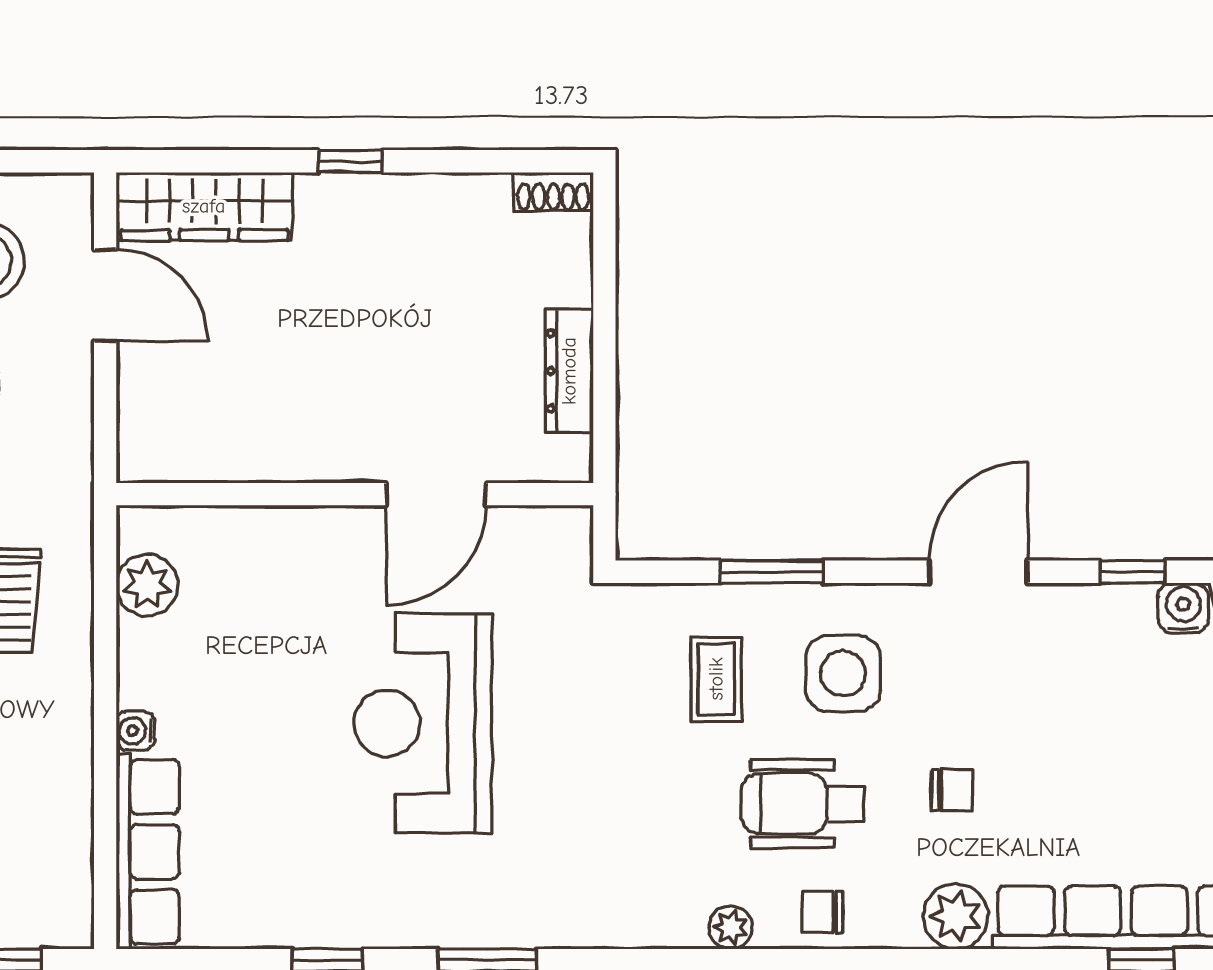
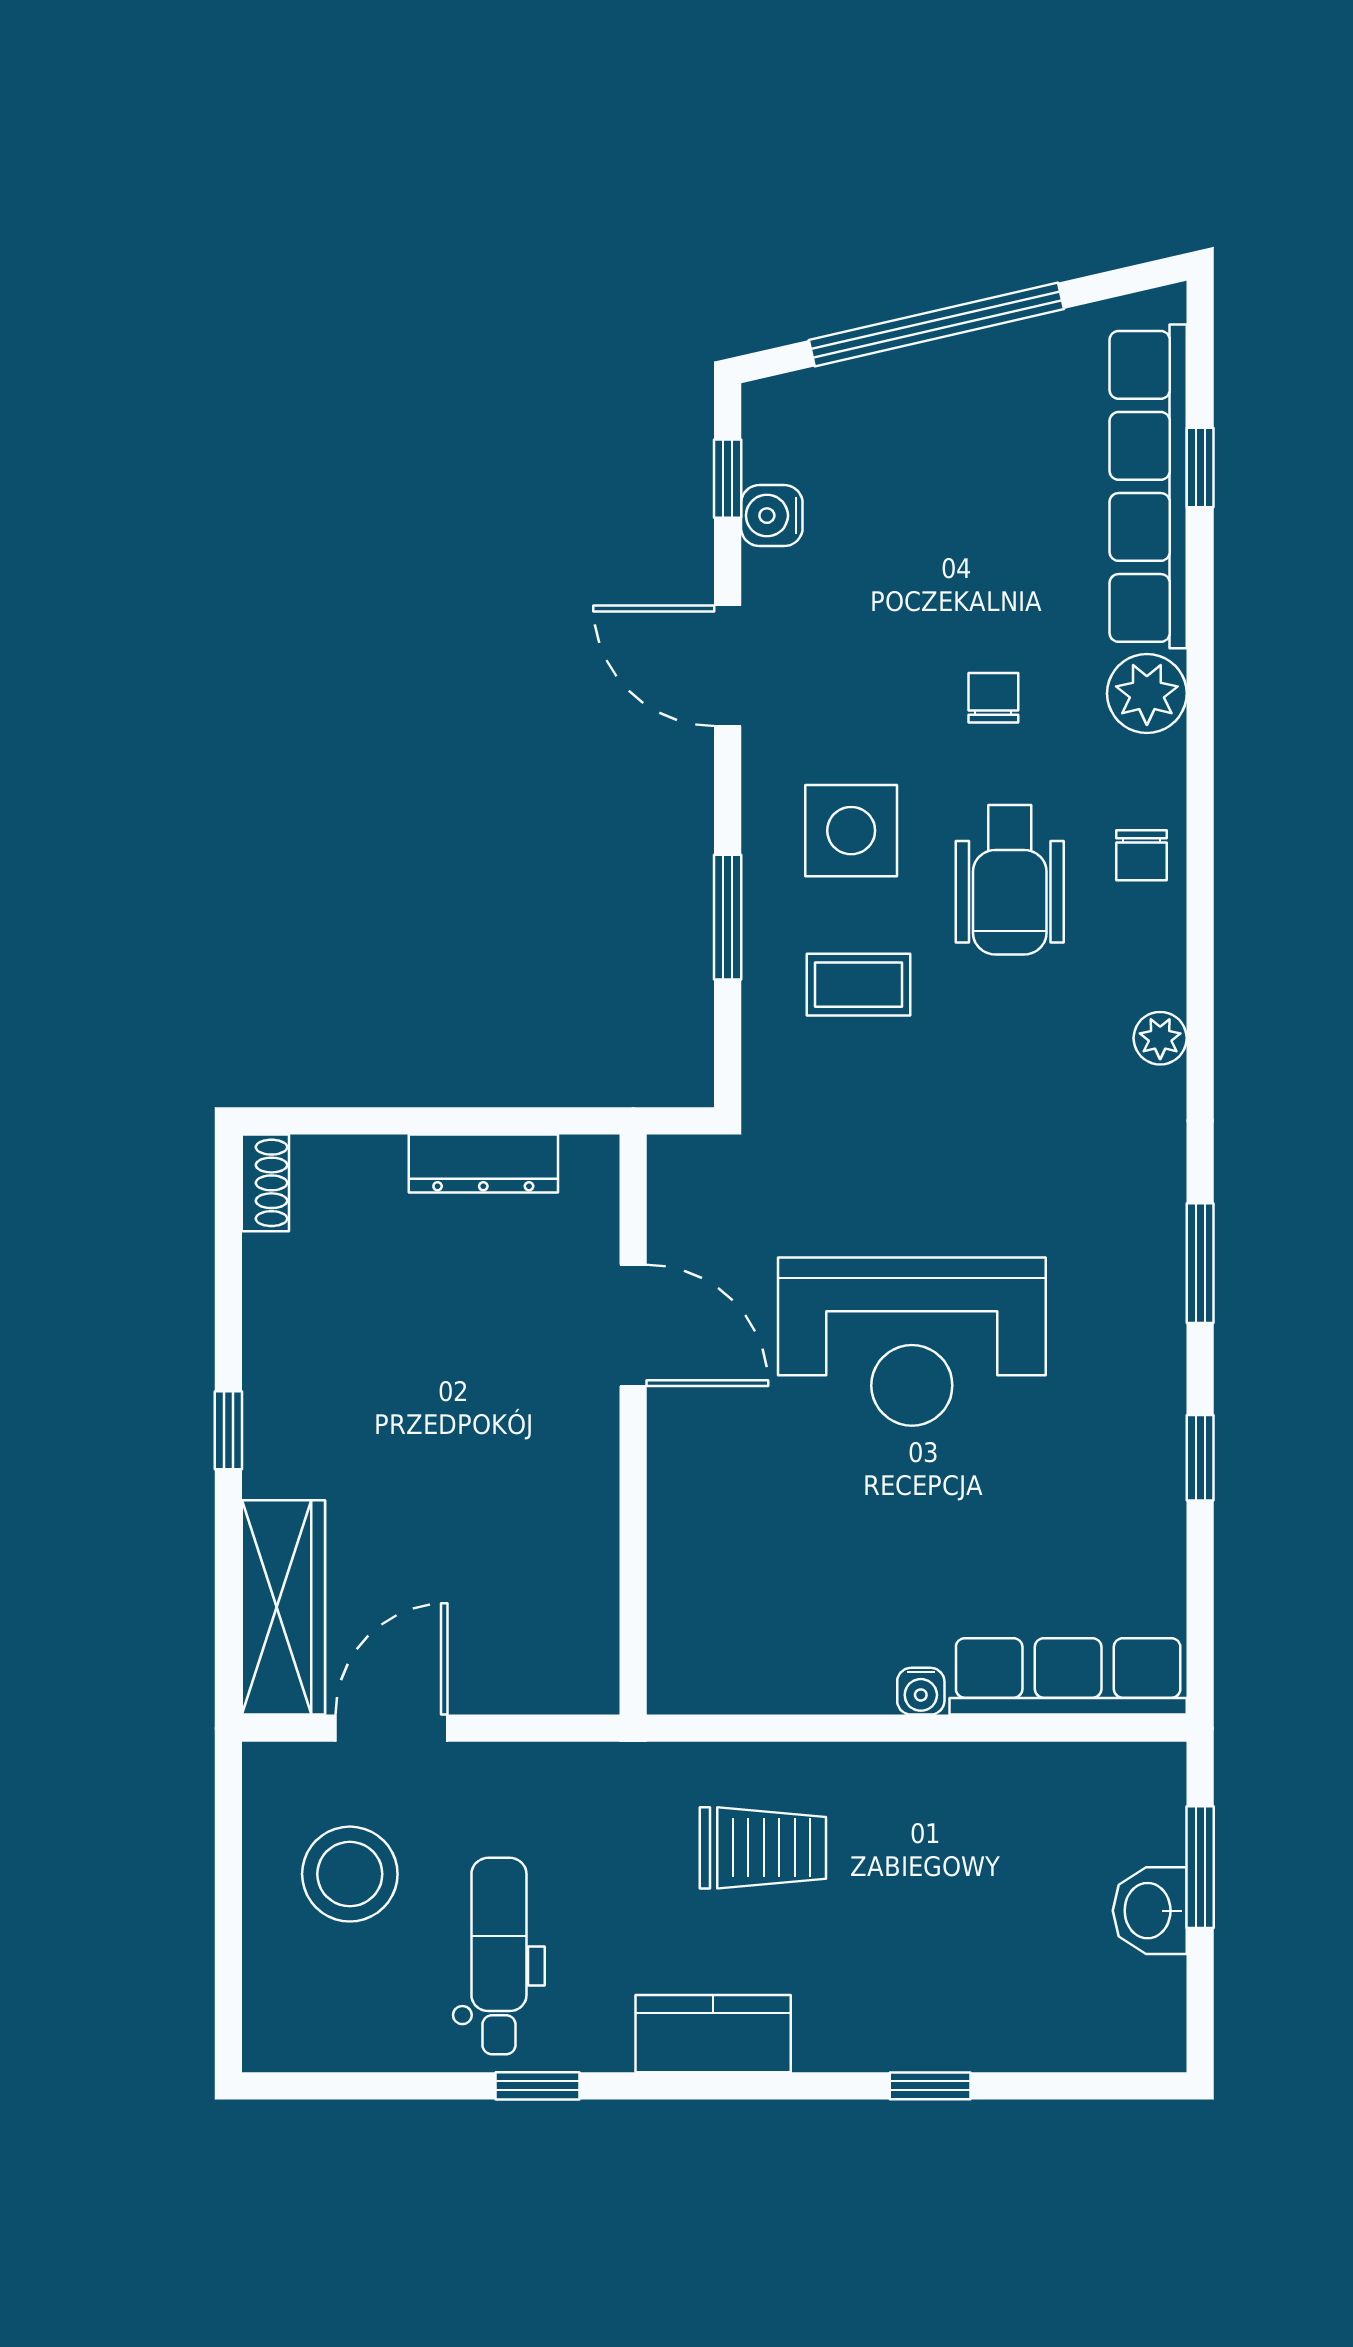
plant: (147, 585) -> (744, 1677), removed
water cooler: (1183, 608) -> (772, 516), moved
plant: (731, 927) -> (1160, 1038), moved

